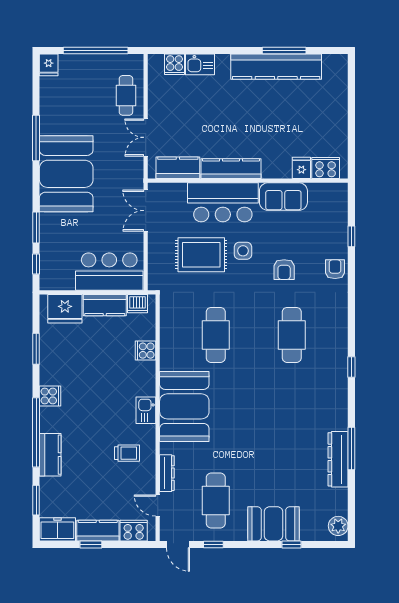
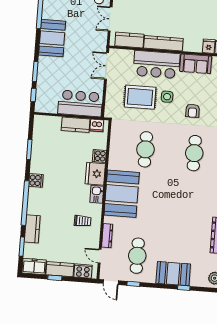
booth: (66, 174) -> (52, 38), width x0.73, depth x0.70
fridge: (65, 309) -> (95, 174), moved, turned 90
kitchen counter: (50, 455) -> (32, 229), moved

